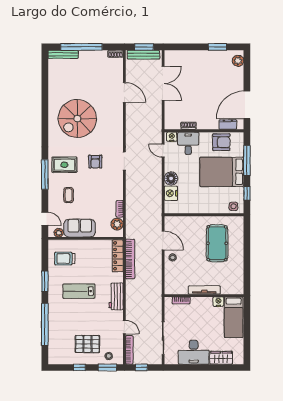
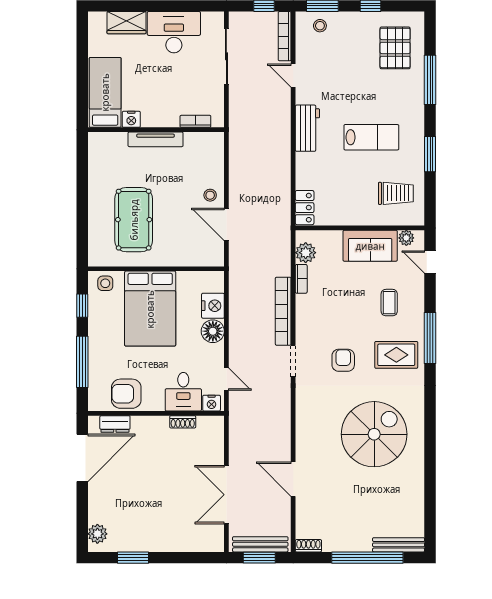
bed: (222, 172) -> (150, 309), moved, turned 90
locker: (118, 256) -> (305, 208), width x0.66
bookcase: (130, 259) -> (283, 311), moved
window: (45, 325) -> (430, 80), width x0.68
pallet: (87, 344) -> (395, 48), moved, turned 90

